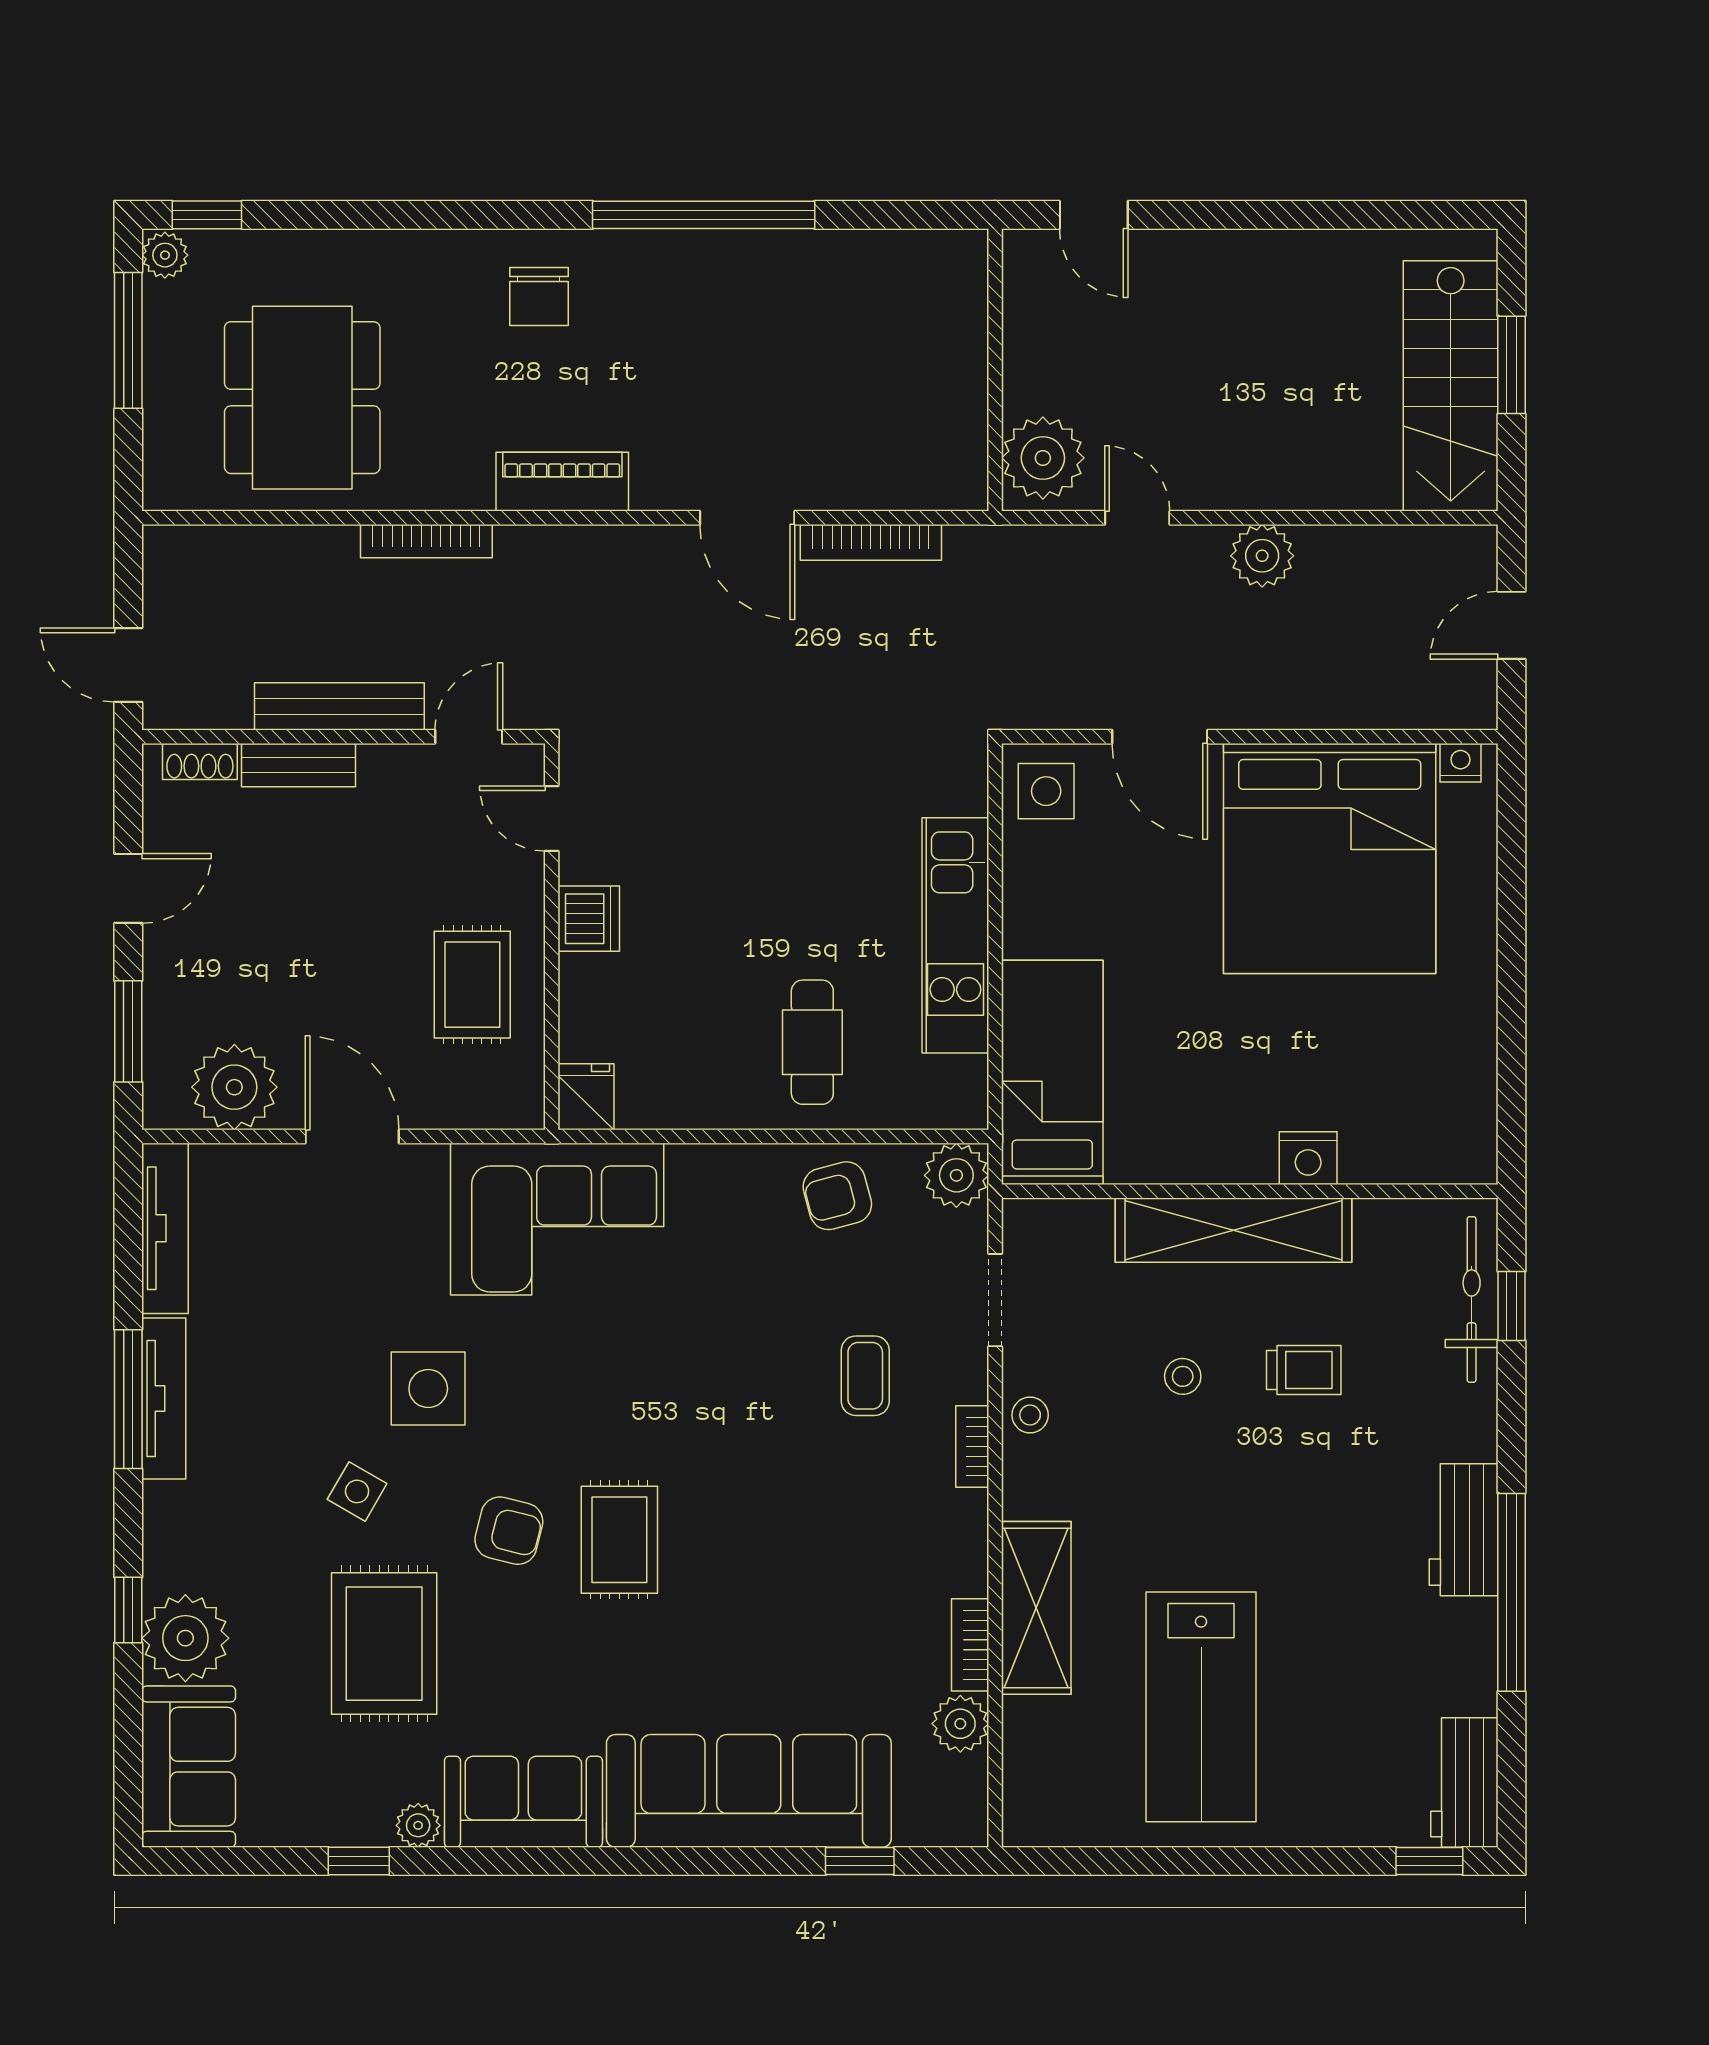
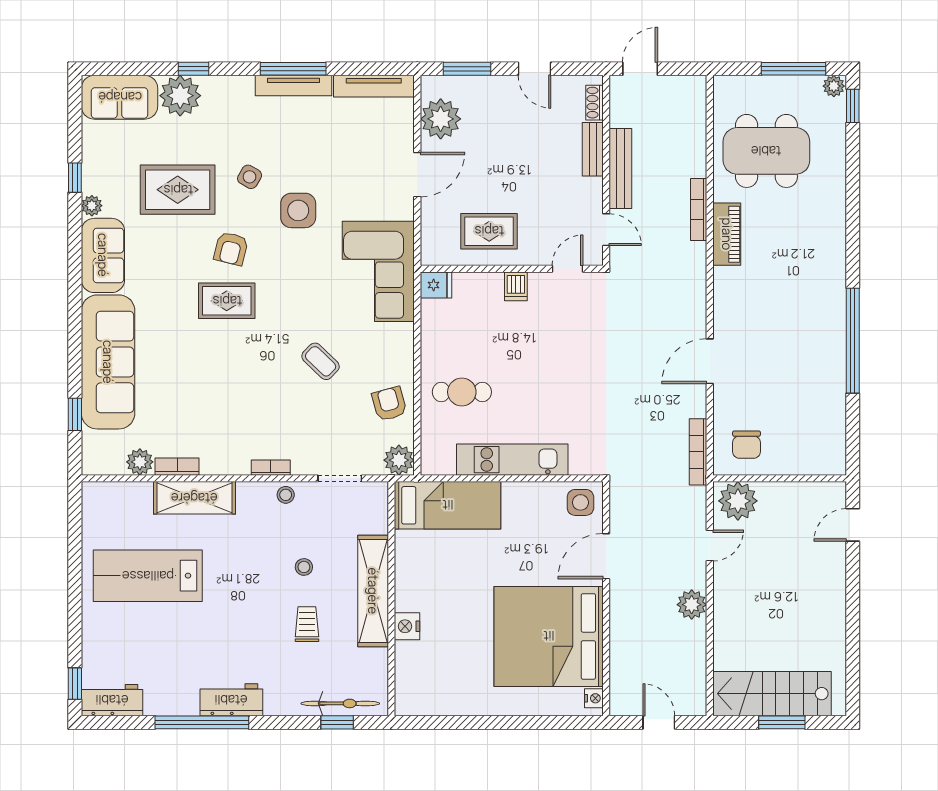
chair: (539, 296) -> (746, 445), moved, turned -90
piano: (562, 482) -> (727, 234), moved
bookcase: (871, 542) -> (698, 452), moved
dishwasher: (589, 919) -> (516, 286), width x0.73
trolley: (1304, 1370) -> (307, 624), turned 180
coffee table: (865, 1376) -> (321, 361), moved, turned 44

